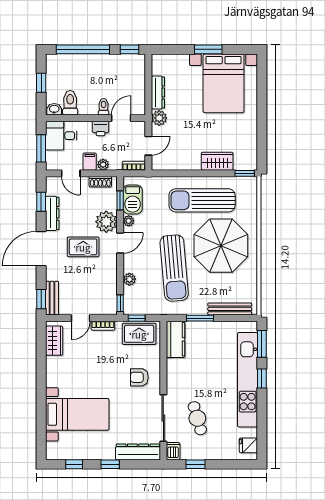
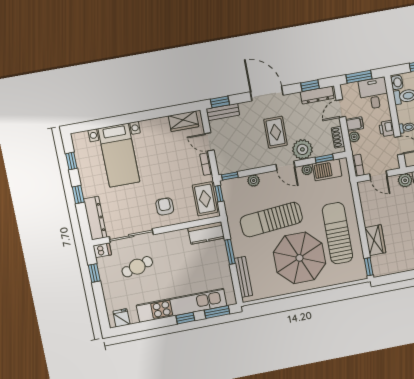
dresser: (52, 213) -> (317, 95), moved

